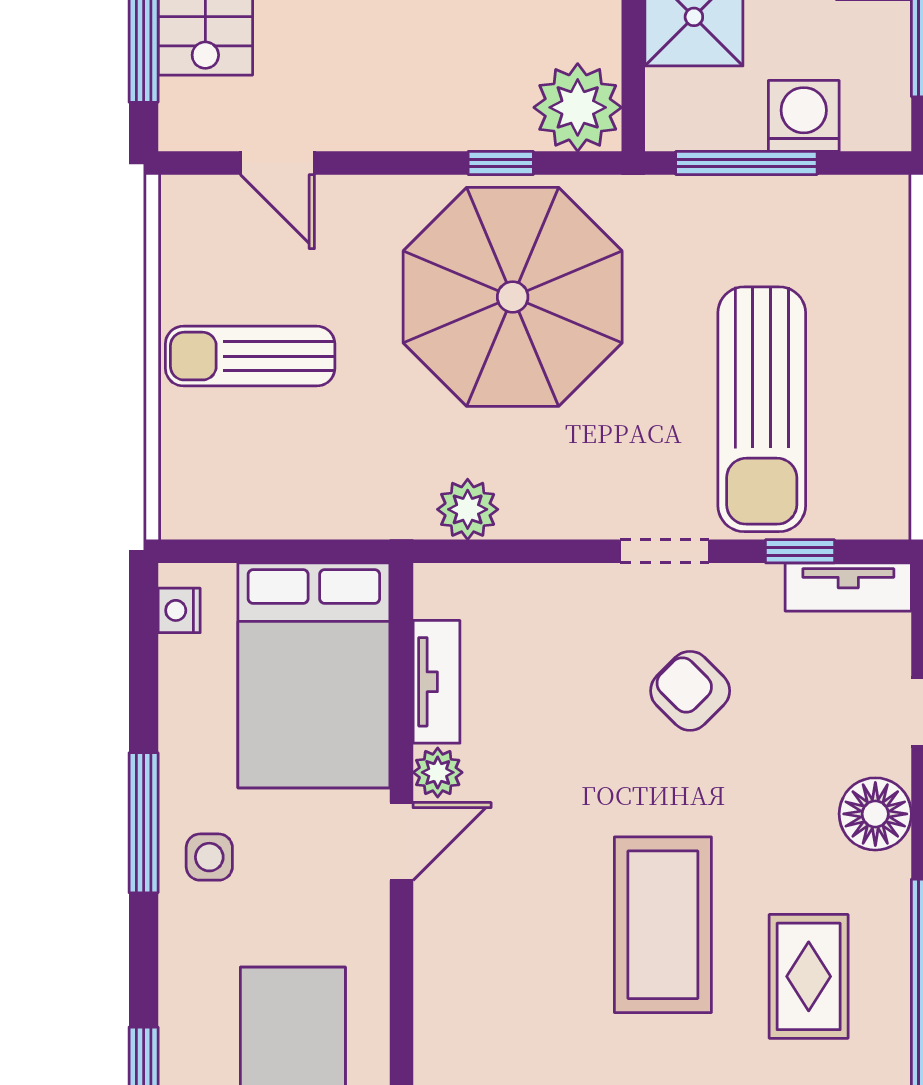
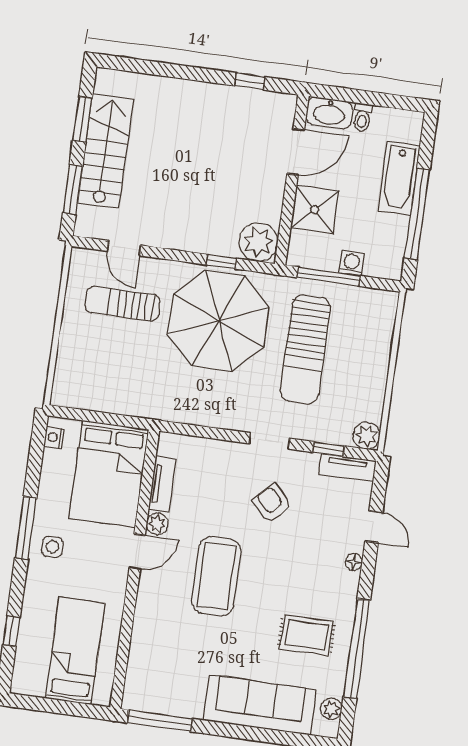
washing machine: (804, 116) -> (352, 263), width x0.73, depth x0.73
sun lounger: (250, 356) -> (122, 304), moved
sun lounger: (762, 409) -> (305, 349), moved
plant: (468, 509) -> (366, 436), moved
floor lamp: (875, 814) -> (354, 562), width x0.53, depth x0.53
coffee table: (663, 925) -> (216, 576), moved
rug: (809, 976) -> (307, 635), turned 90

